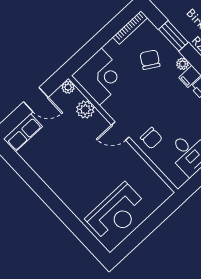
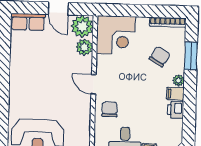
plant: (68, 87) -> (82, 26), width x1.87, depth x1.87
chair: (151, 138) -> (109, 109), turned 180

